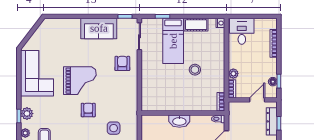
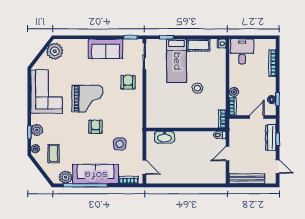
plant: (46, 31) -> (55, 51), added
washbasin: (179, 121) -> (164, 137), moved

